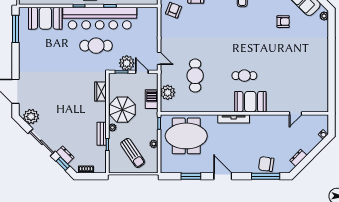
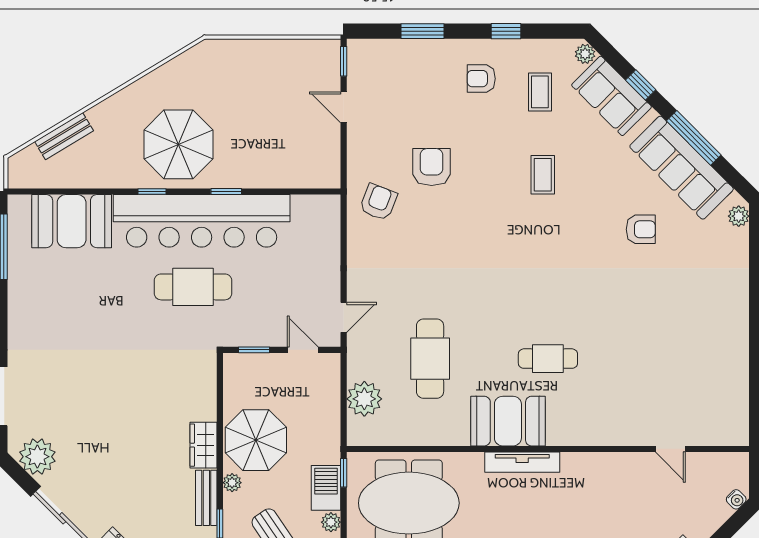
door: (159, 58) -> (344, 317), hinge flipped
plant: (127, 63) -> (266, 329), removed
wardrobe: (100, 92) -> (204, 445), moved
barbecue: (152, 99) -> (326, 488), moved
booth: (250, 102) -> (508, 421), moved
door: (296, 113) -> (670, 449), hinge flipped

